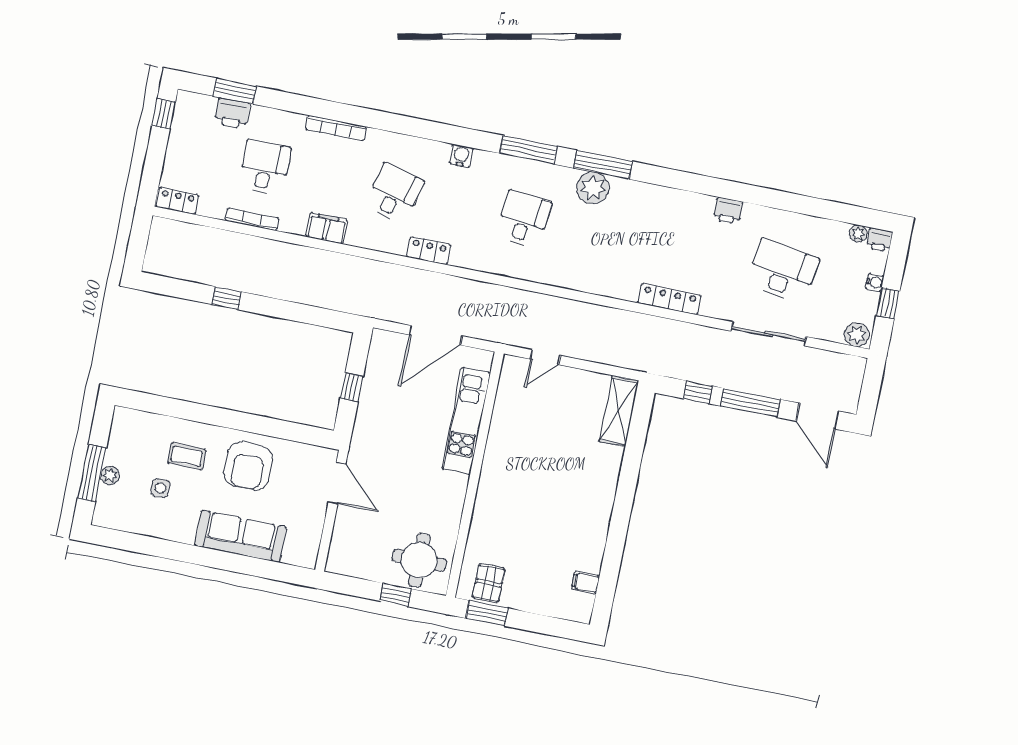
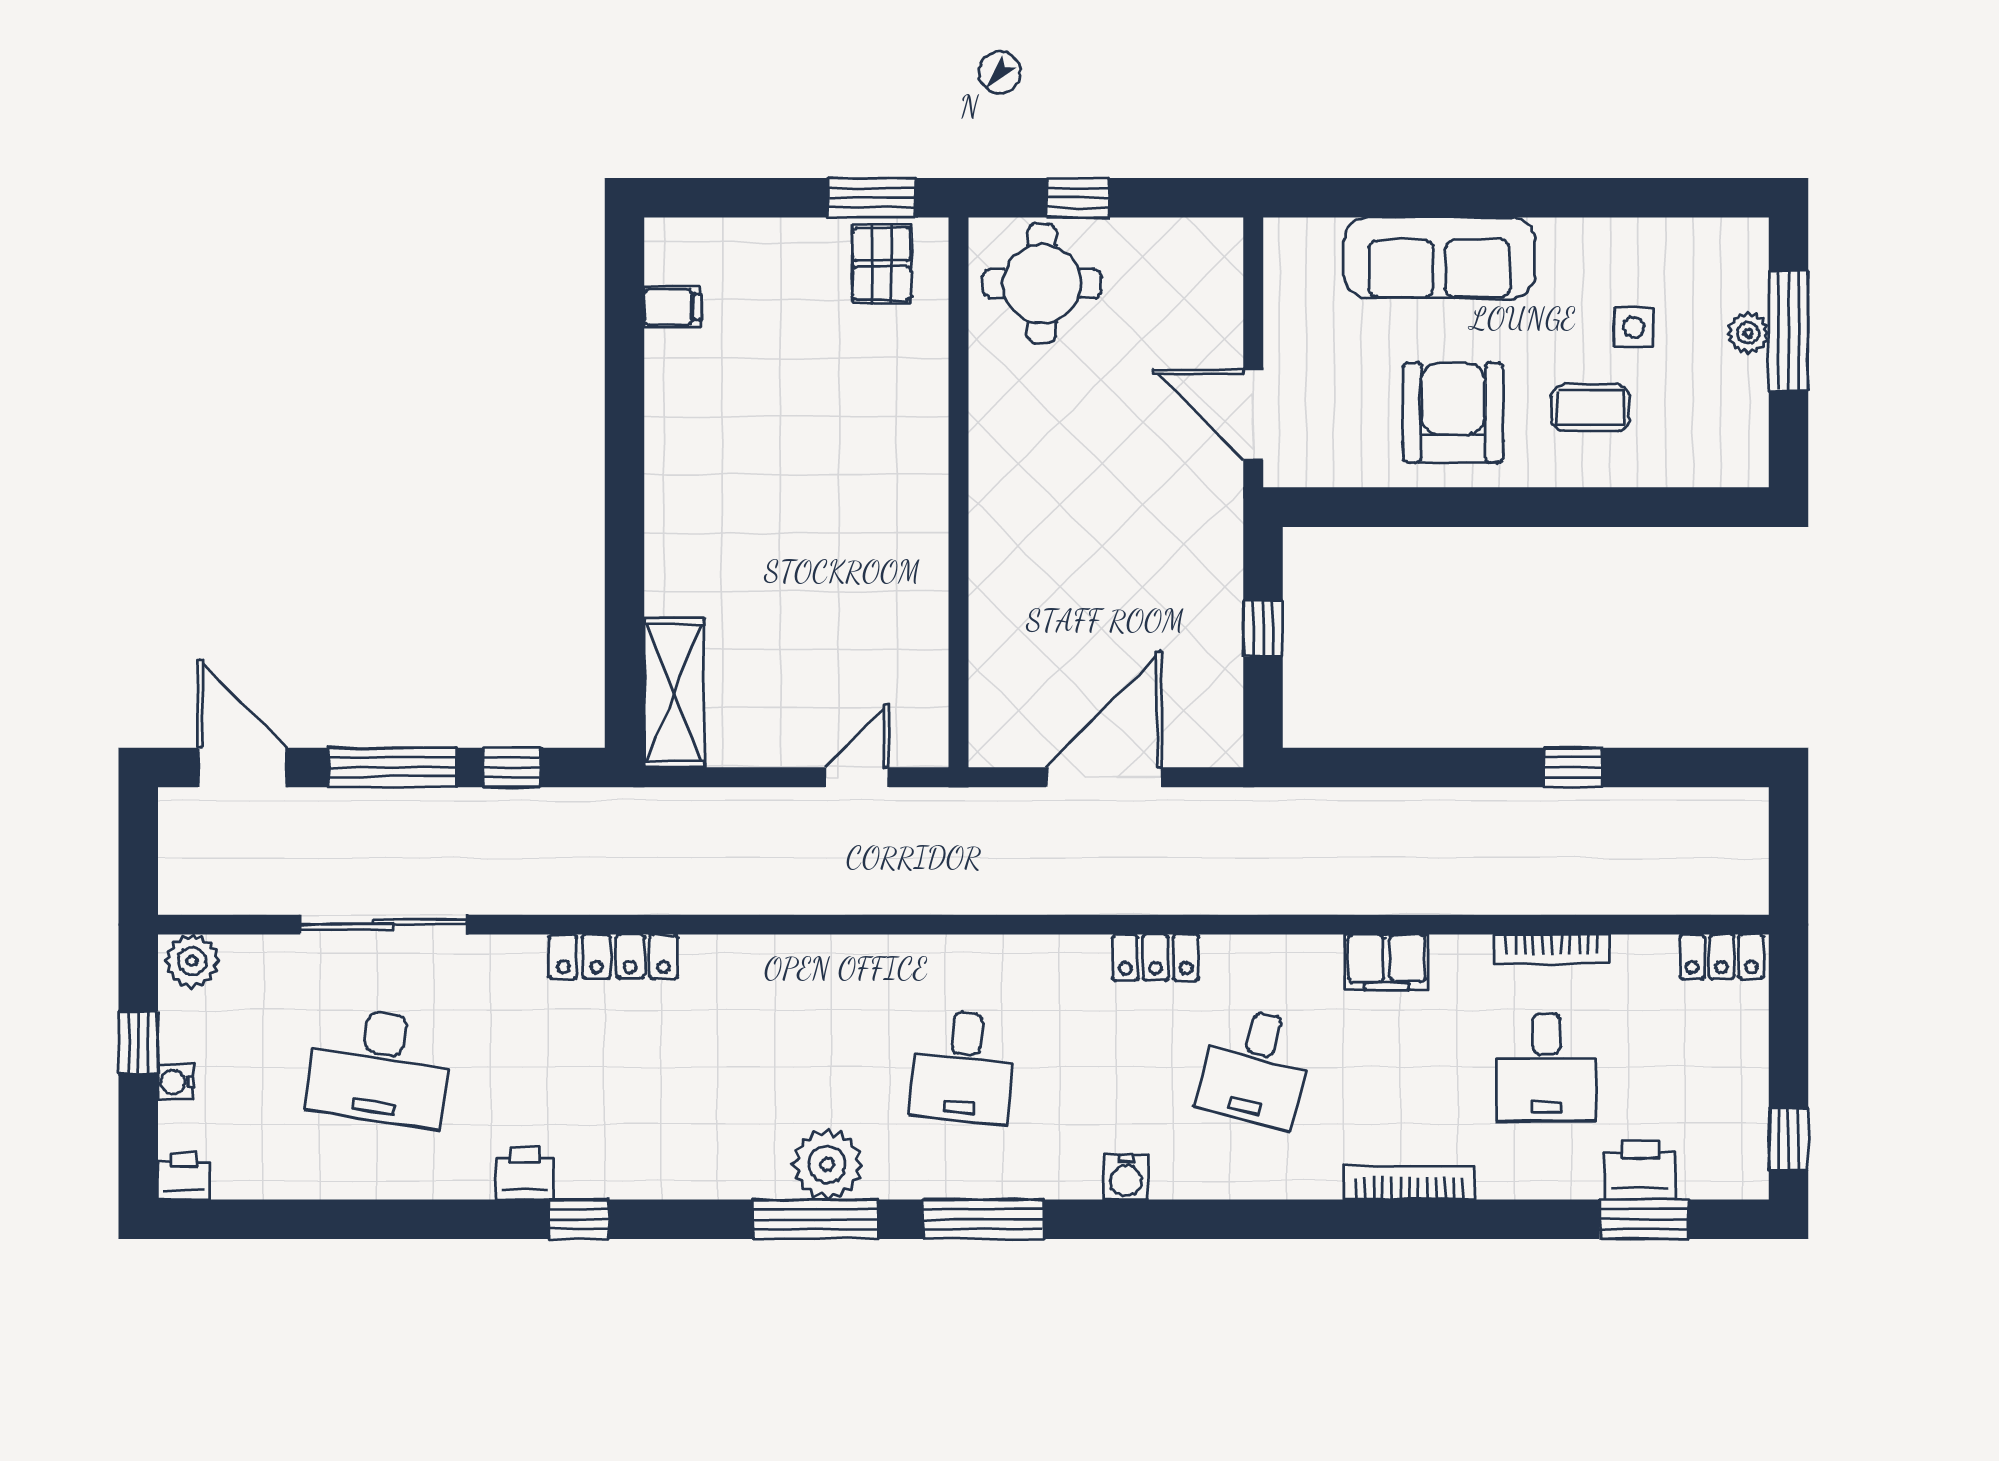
window: (708, 186) -> (579, 1219), added
plant: (858, 234) -> (233, 1181), removed
kitchen unit: (466, 421) -> (1001, 605), removed

